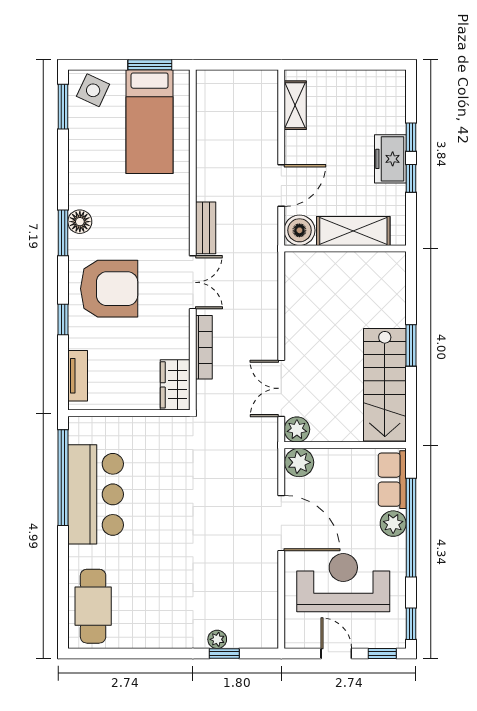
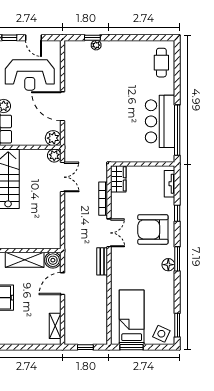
window: (238, 65) -> (85, 347), added
double door: (193, 282) -> (109, 233), swing flipped
cafe table: (93, 606) -> (161, 63), width x0.73, depth x0.74

